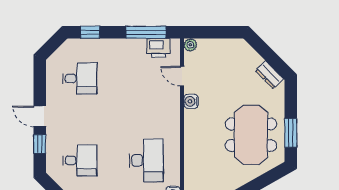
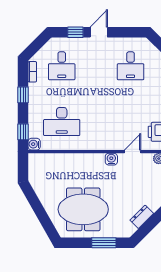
dresser: (269, 75) -> (142, 217), moved
window: (291, 133) -> (104, 243), moved

